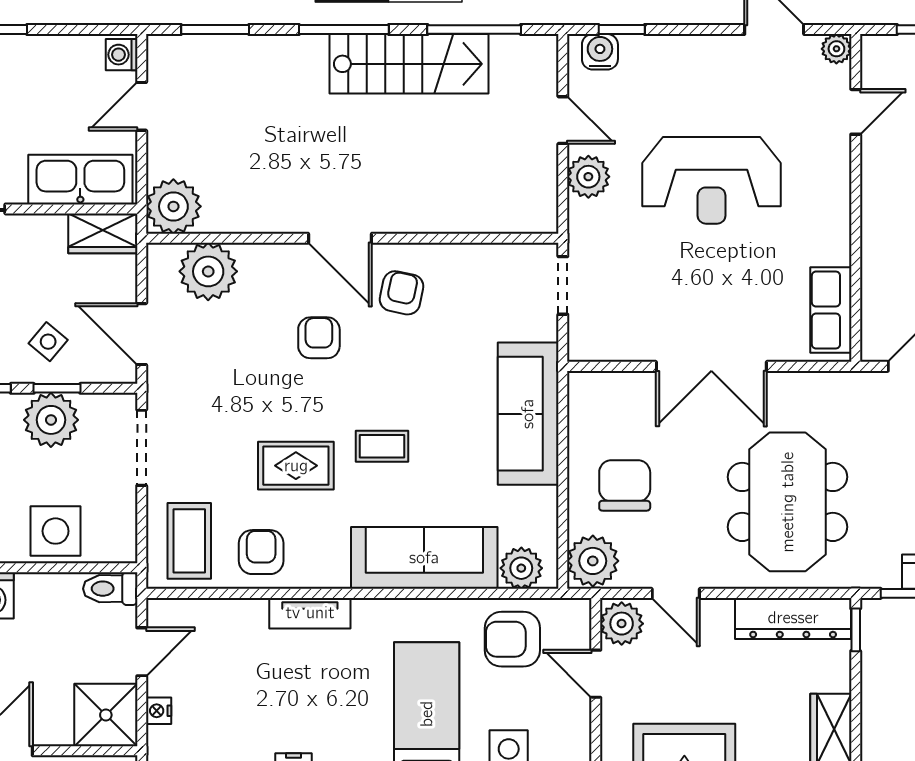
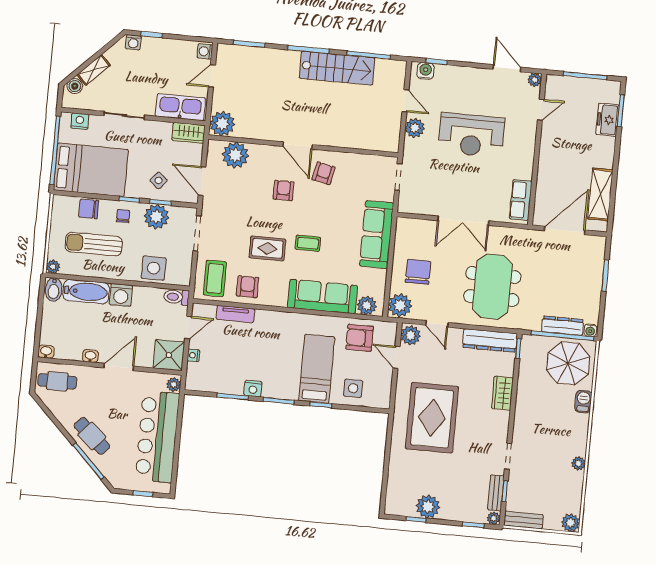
tv unit: (310, 613) -> (235, 314), moved

